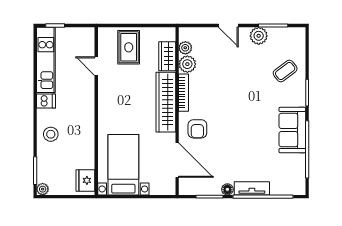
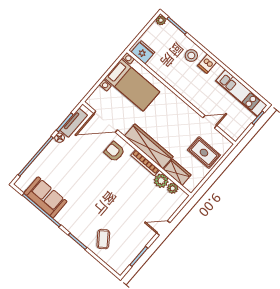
plant: (259, 36) -> (140, 242), removed
dishwasher: (46, 101) -> (207, 64), moved
sofa: (292, 130) -> (45, 197), moved
tv unit: (252, 188) -> (74, 123), moved

